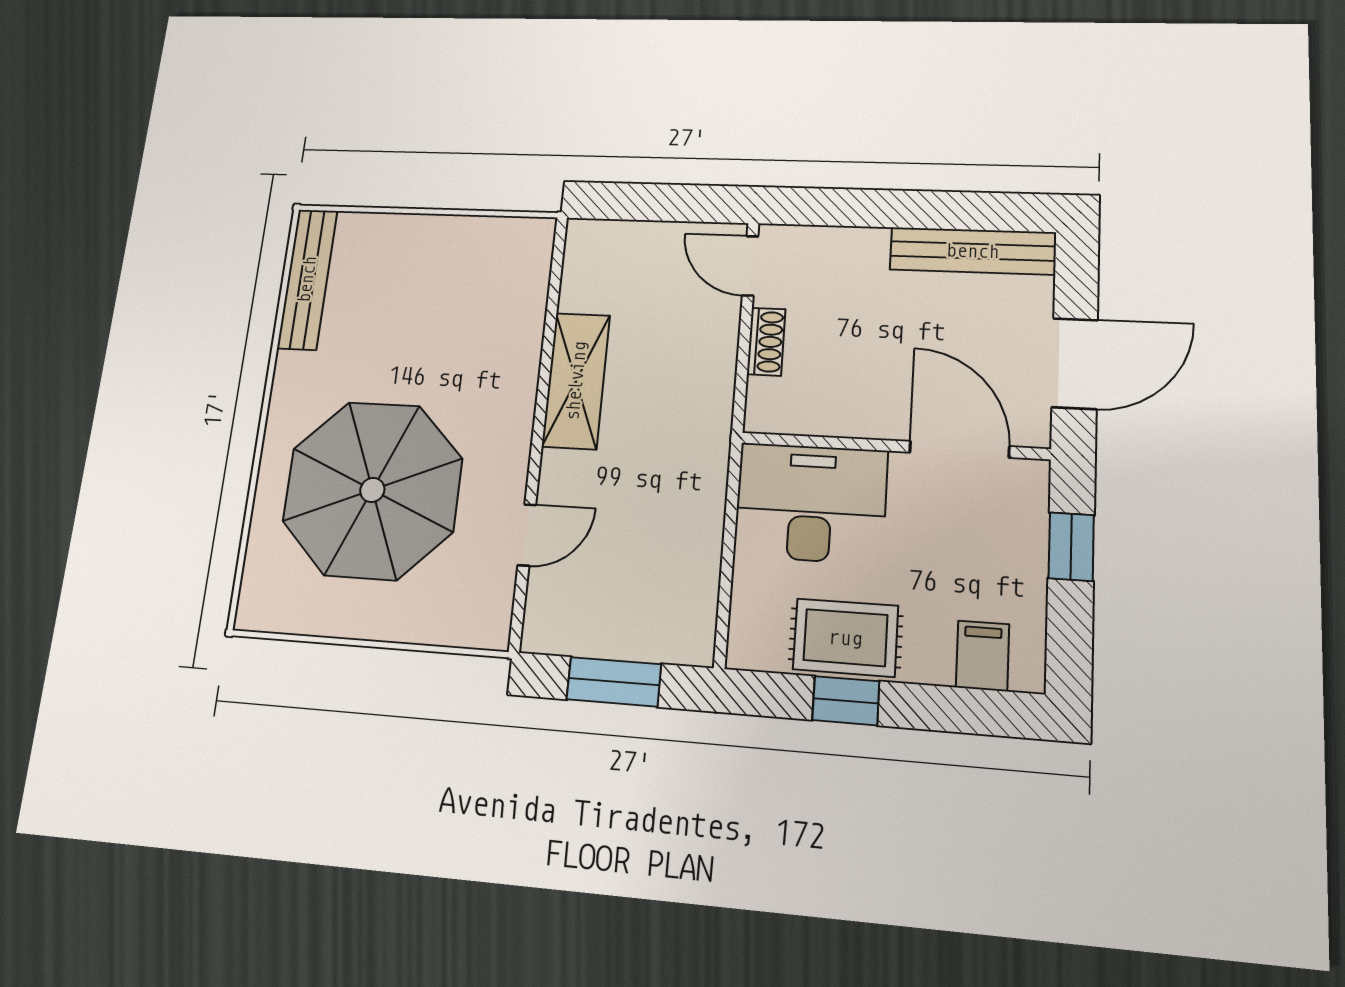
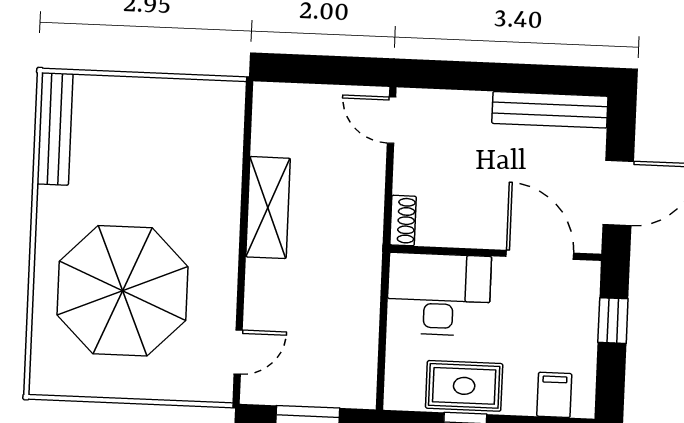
shoe rack: (766, 342) -> (403, 221), moved
door: (527, 535) -> (238, 352), moved

